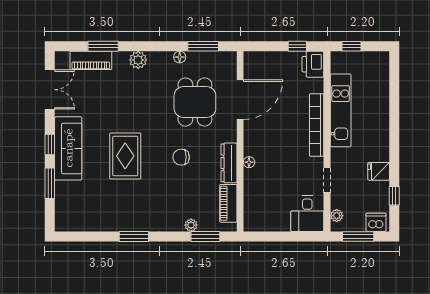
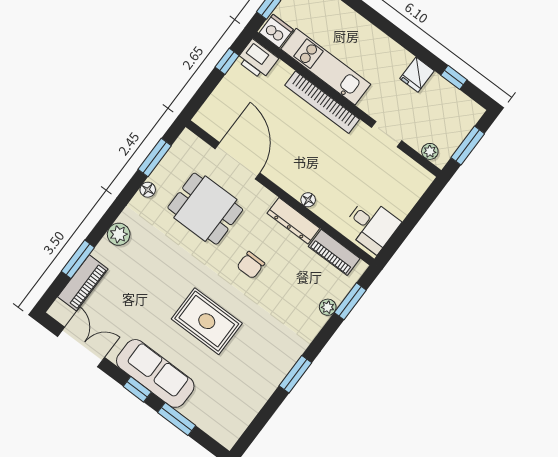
desk: (307, 214) -> (371, 225), moved
dishwasher: (376, 222) -> (276, 31), moved, turned 90

